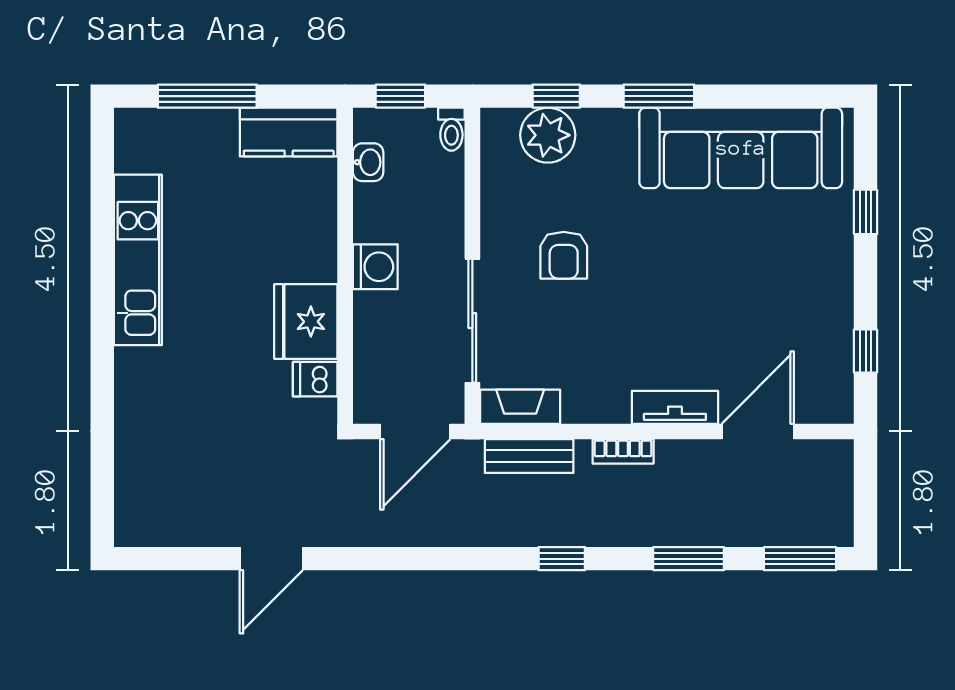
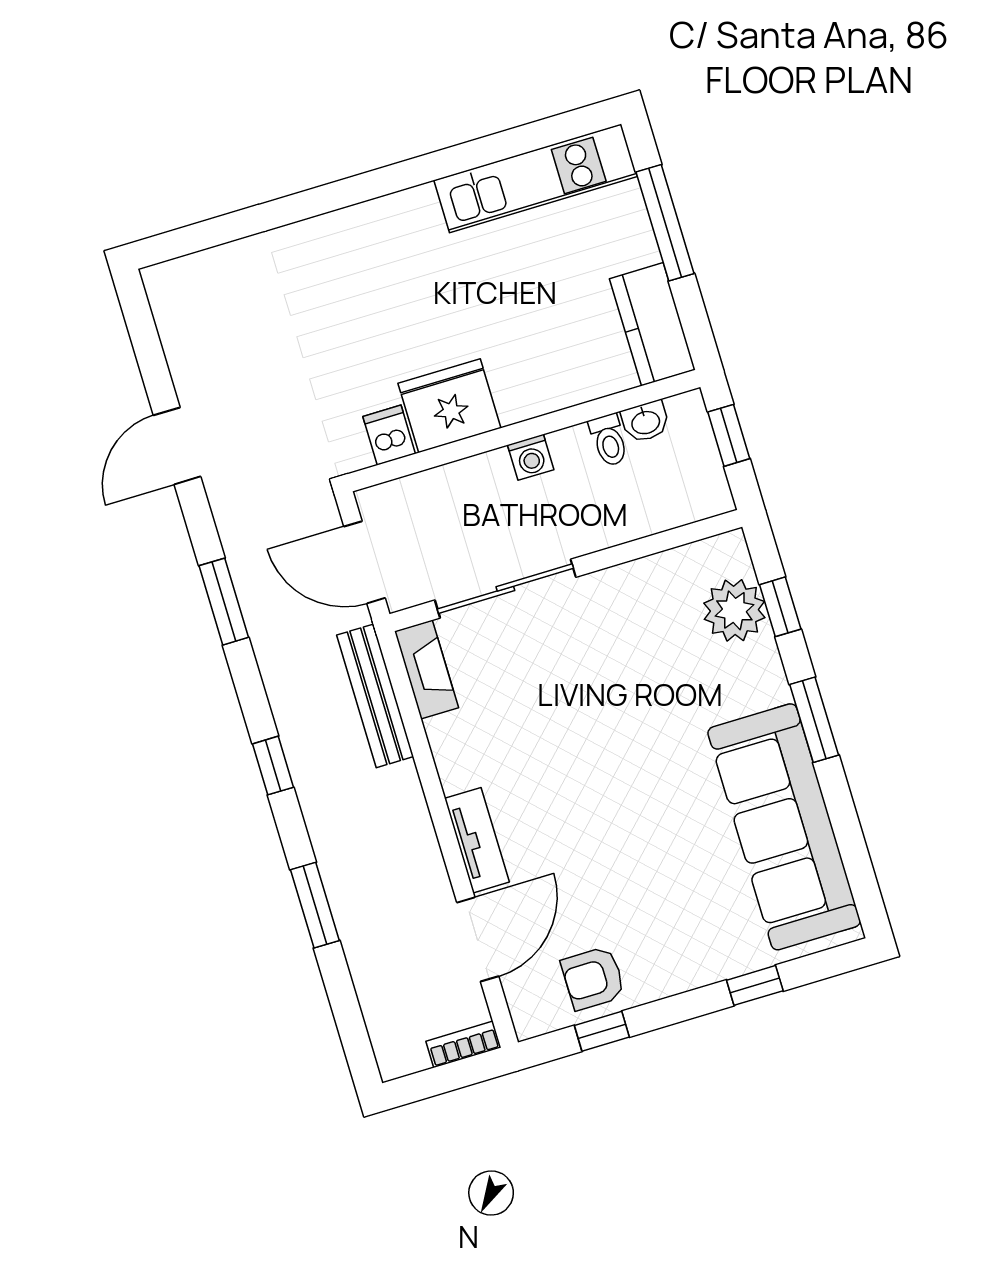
toilet: (451, 129) -> (609, 440), moved, turned -90
armchair: (564, 255) -> (593, 978), moved
kitchen unit: (138, 260) -> (536, 178), moved
washing machine: (375, 267) -> (531, 457), width x0.73, depth x0.73
door: (758, 431) -> (478, 939), hinge flipped
bookcase: (623, 451) -> (463, 1044), moved, turned 90
bench: (529, 456) -> (375, 696), width x1.36
door: (271, 559) -> (177, 446), hinge flipped
window: (800, 559) -> (224, 602), moved

